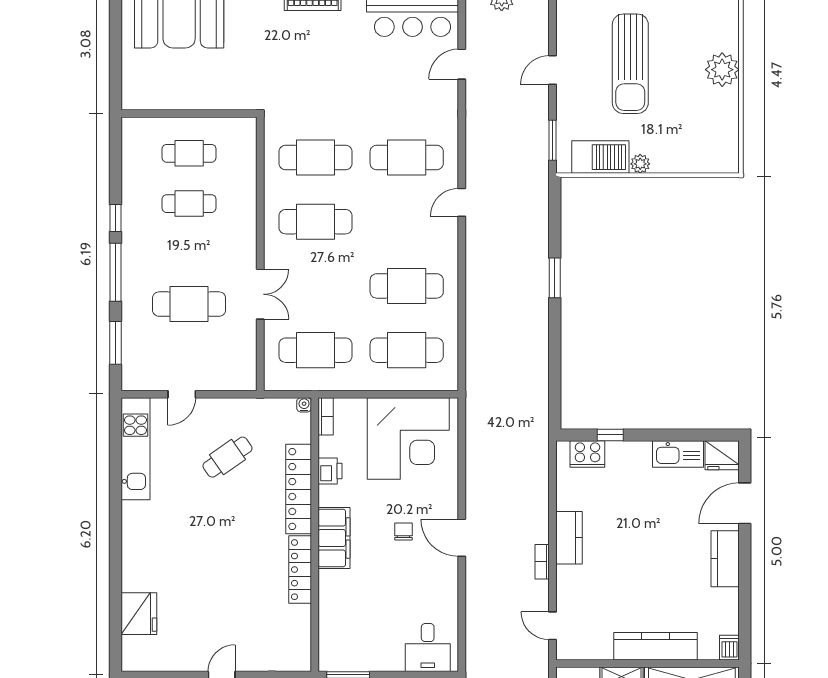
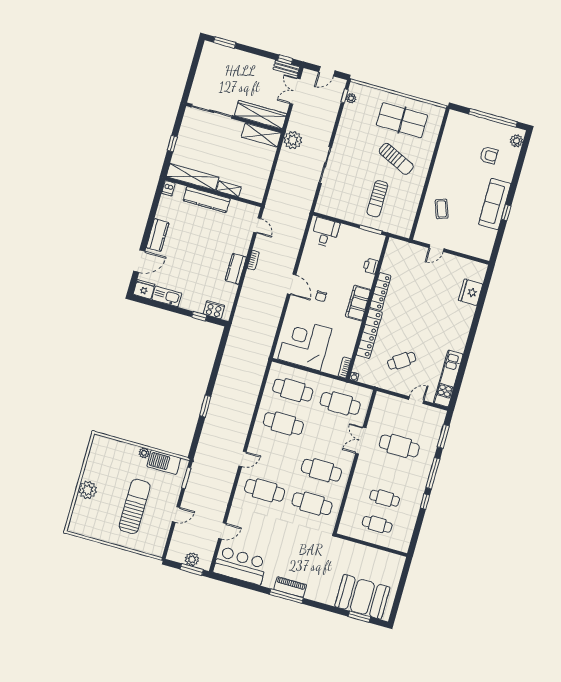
printer: (330, 471) -> (371, 266), moved

